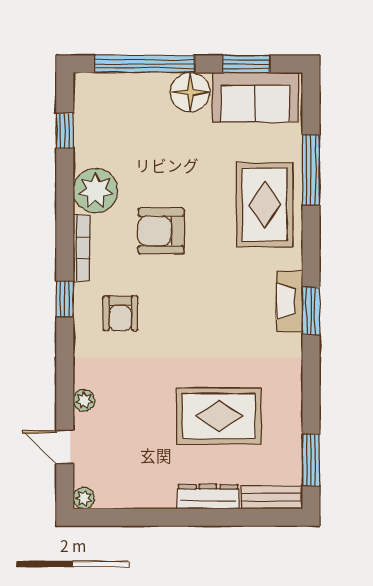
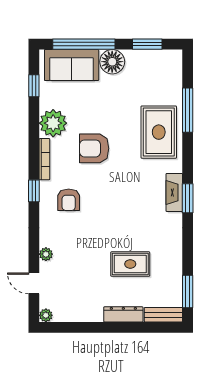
sofa: (255, 97) -> (72, 65), moved
rug: (219, 416) -> (130, 264), width x0.73, depth x0.70

